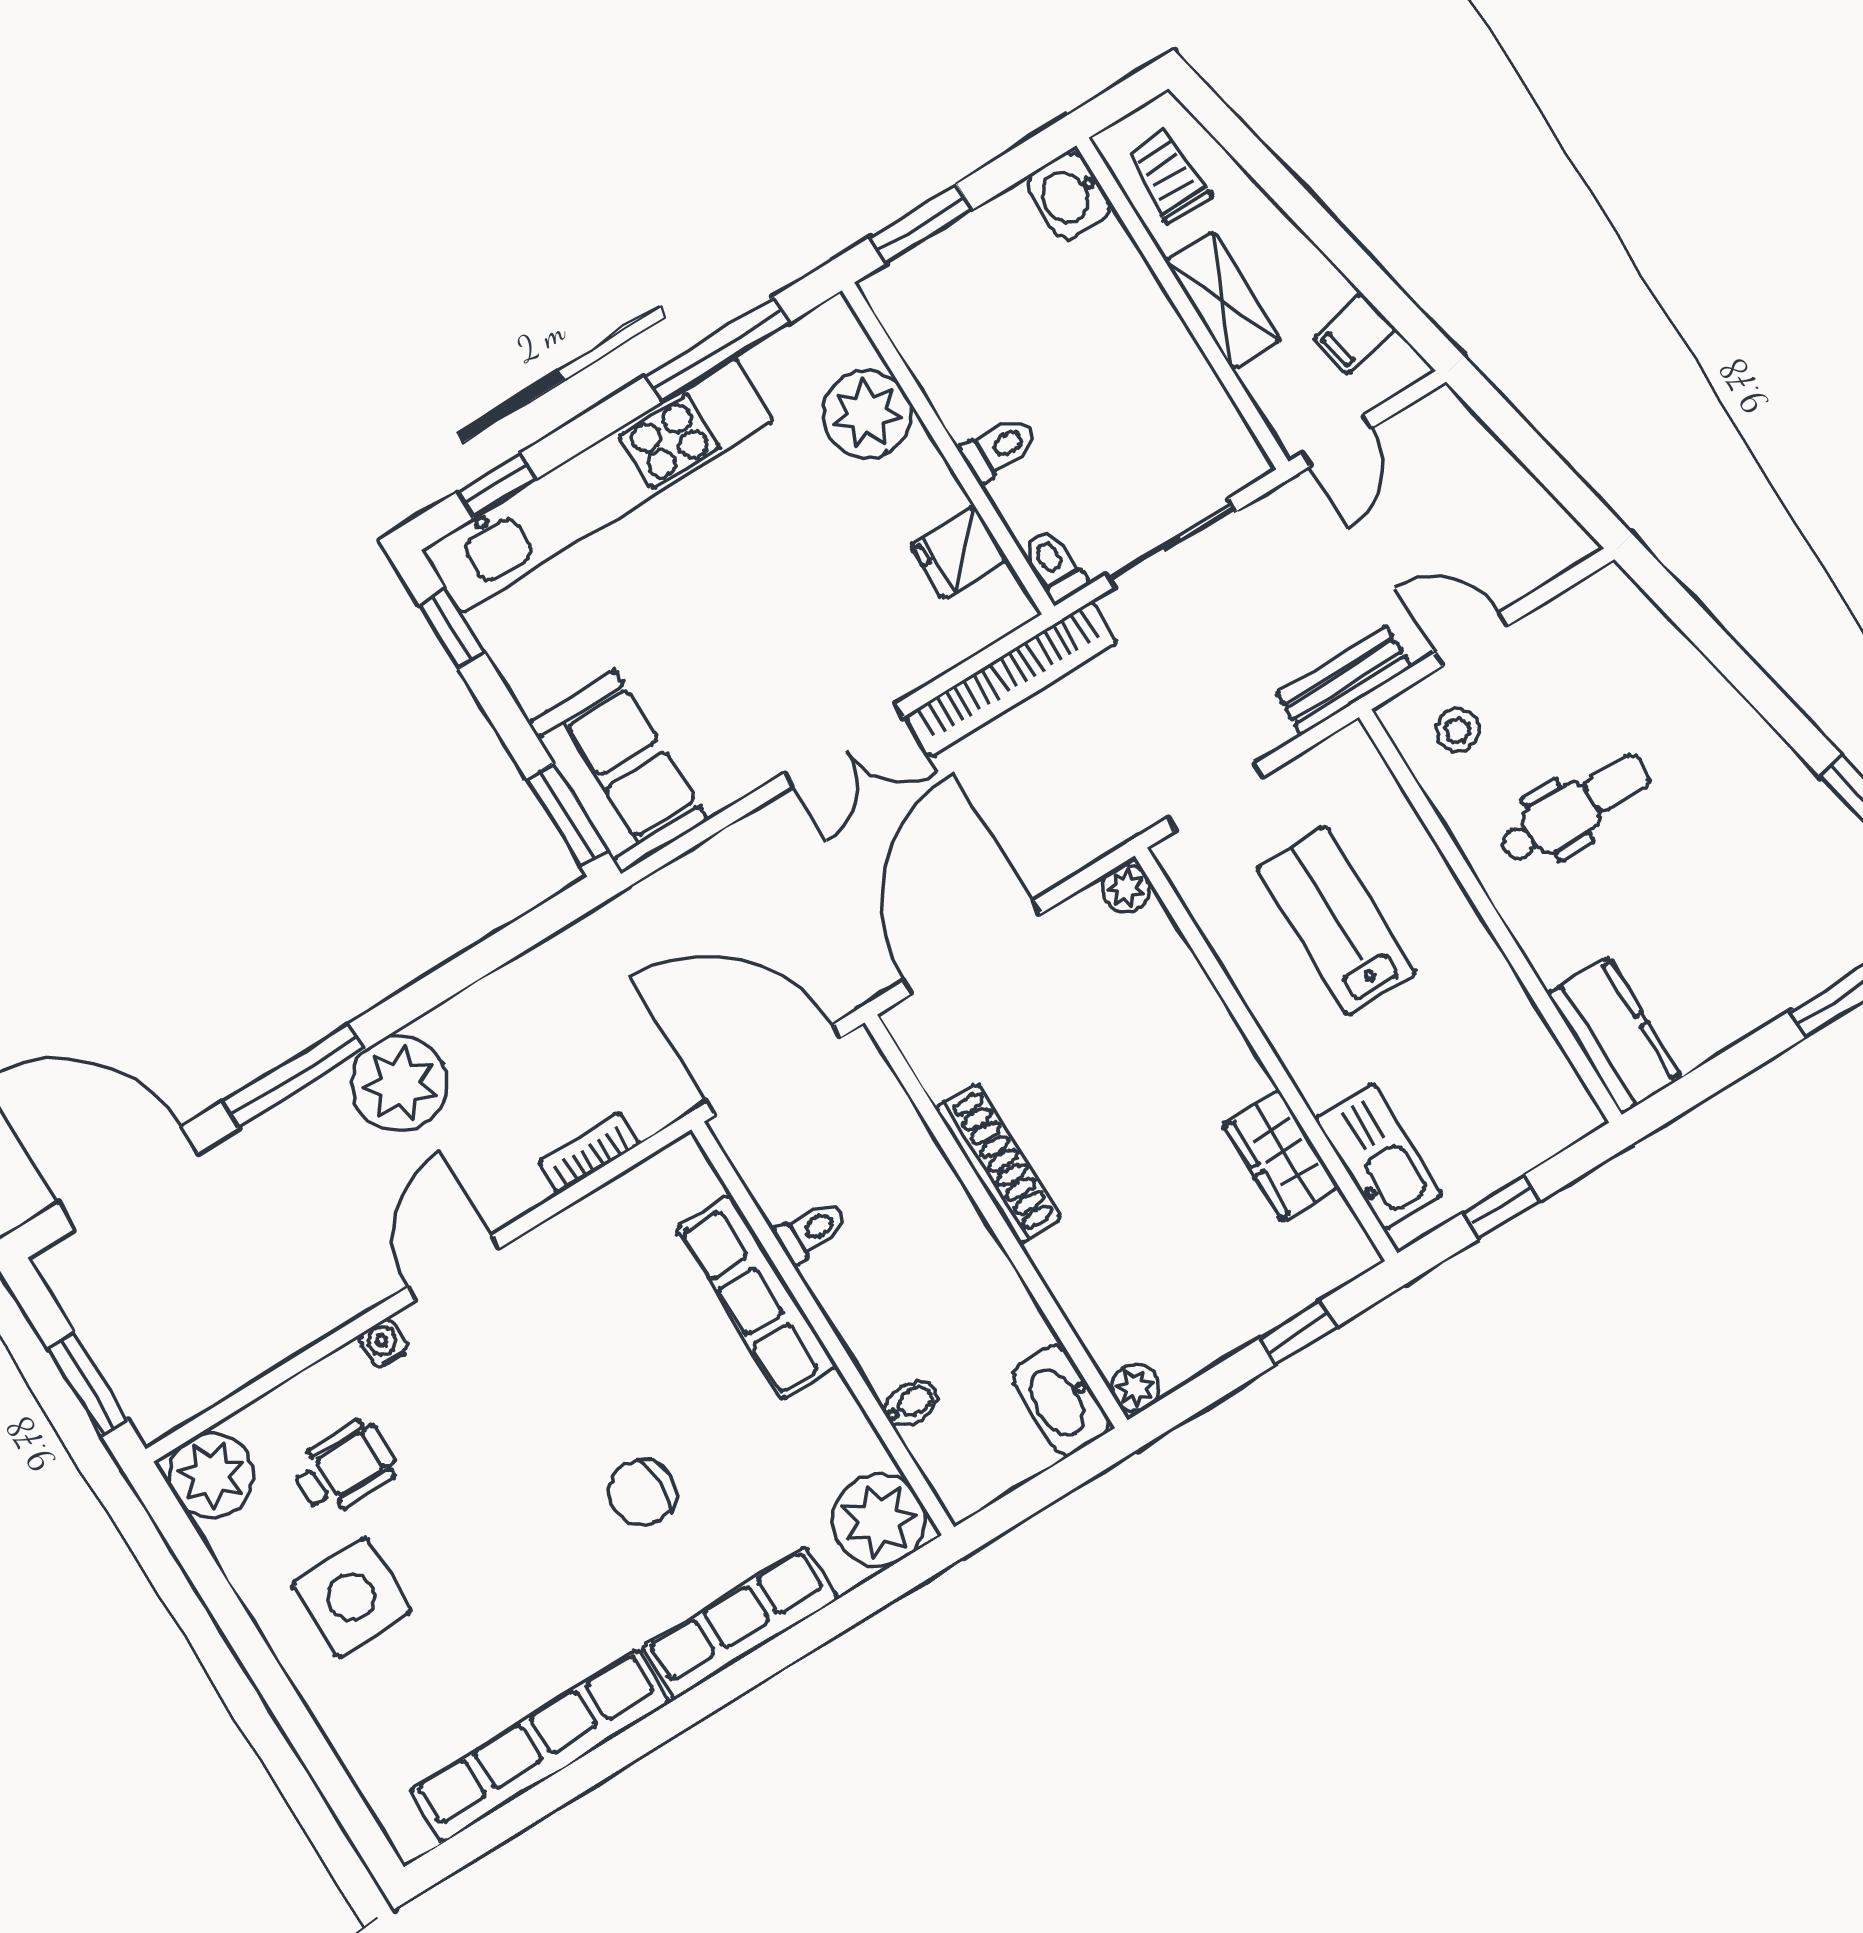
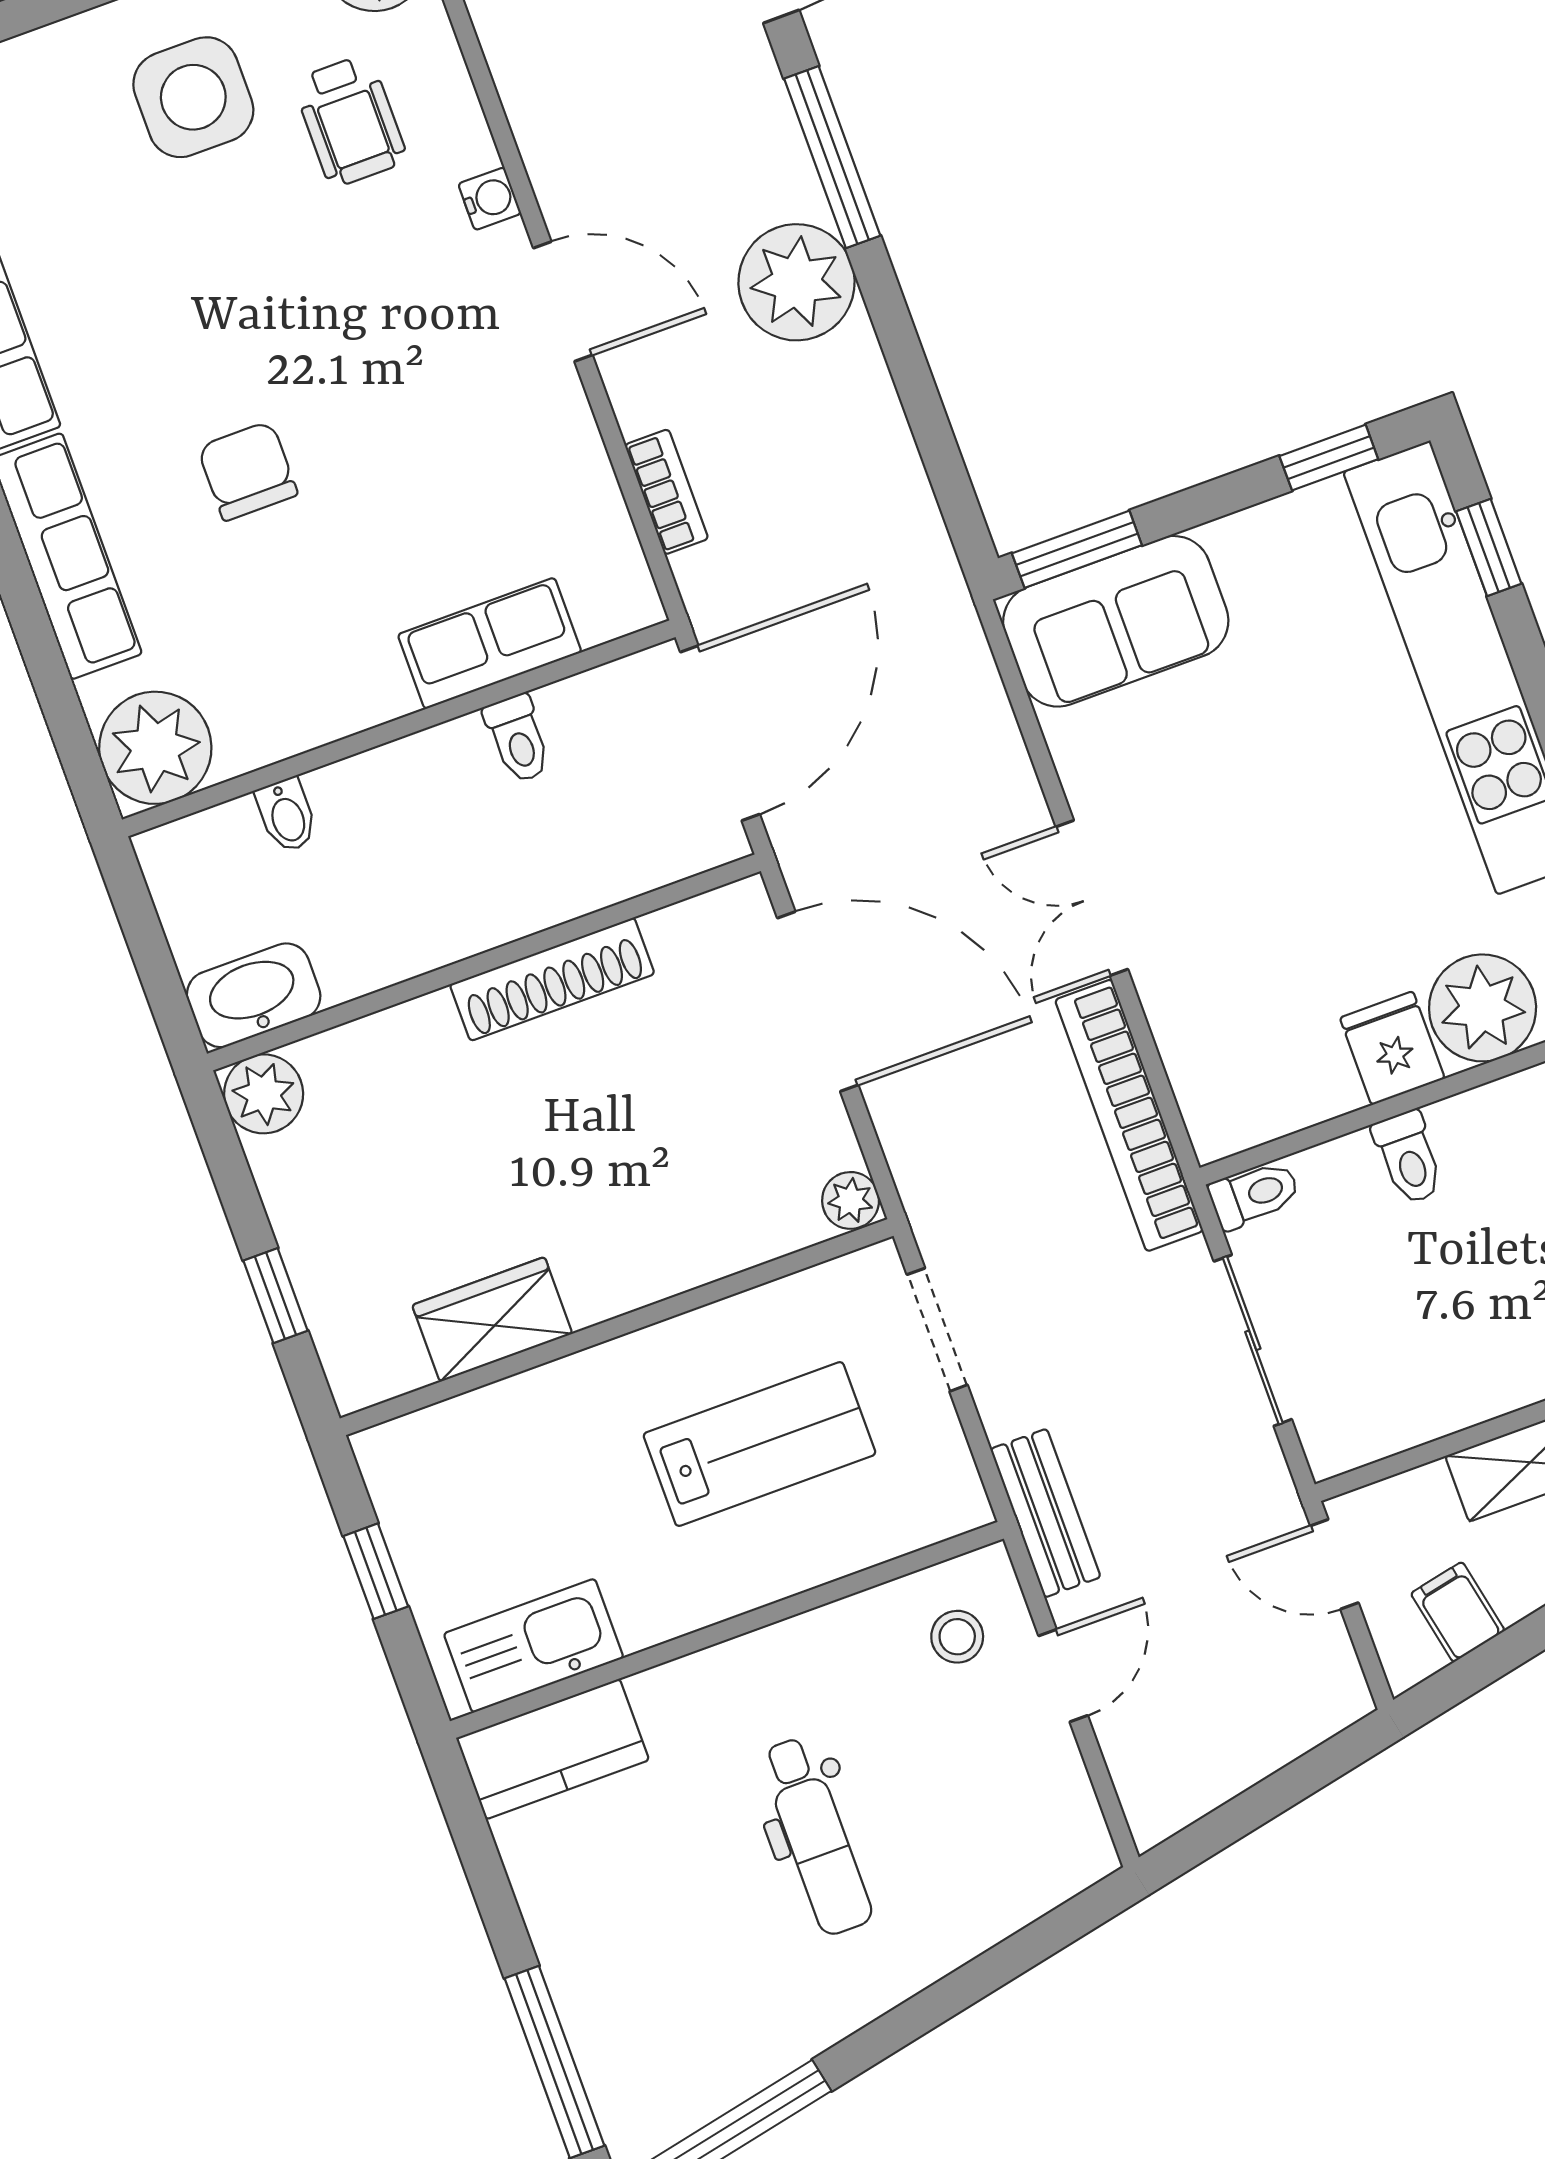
fridge: (959, 552) -> (1392, 1048), moved
dental chair: (1575, 809) -> (816, 1836), moved
kitchen sink: (1379, 1157) -> (534, 1646), moved, turned 180
row of seats: (757, 1297) -> (490, 643), width x0.68
plant: (1135, 1388) -> (264, 1094), width x1.38, depth x1.38

